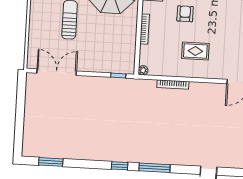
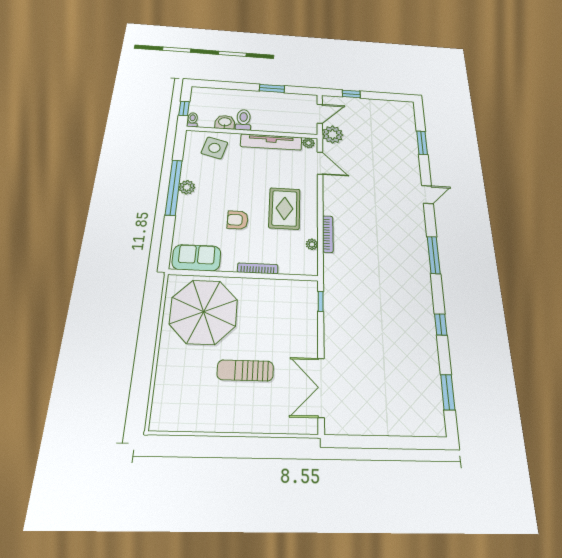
rug: (195, 51) -> (284, 208), width x1.36, depth x1.43
plant: (143, 70) -> (312, 244), moved
window: (120, 166) -> (441, 324), moved

